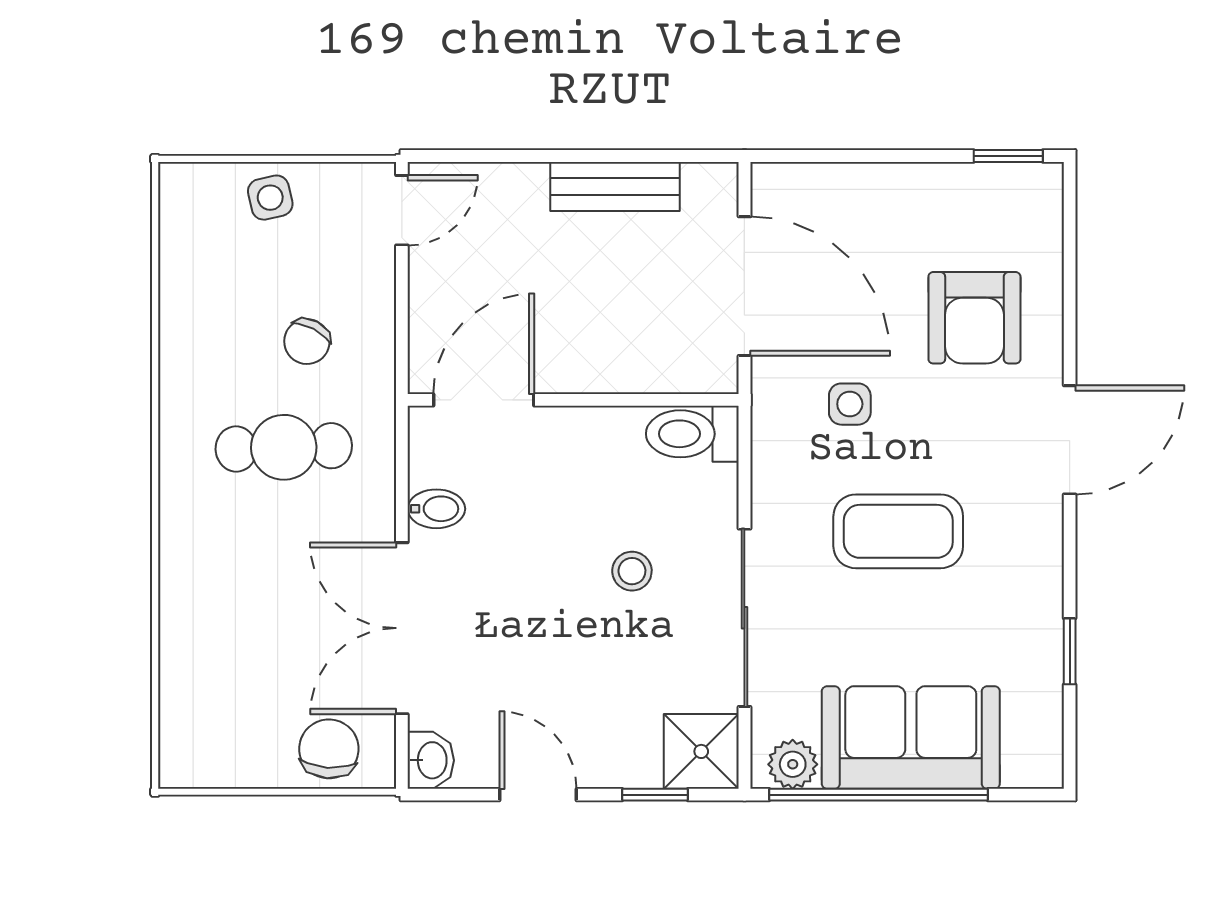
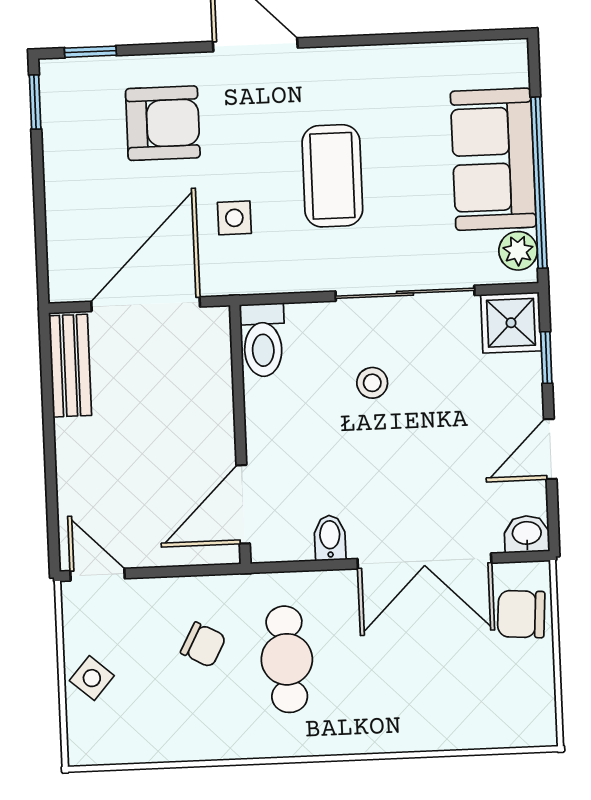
bench: (615, 186) -> (70, 366), moved
side table: (270, 198) -> (92, 678), turned -36
door: (484, 400) -> (243, 504), hinge flipped
window: (1070, 651) -> (90, 52), moved

